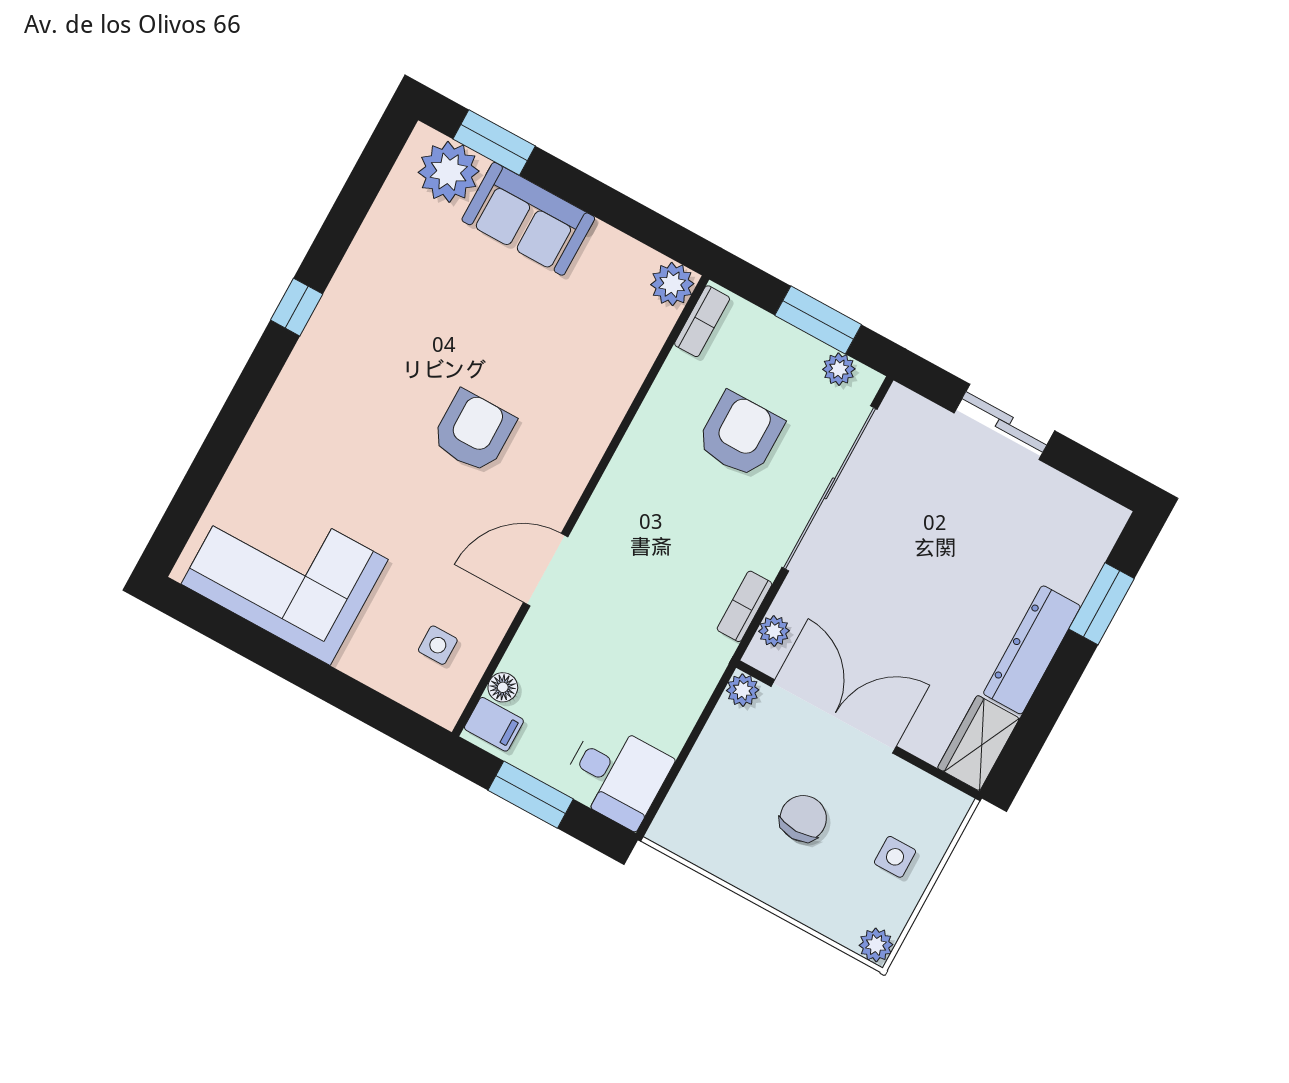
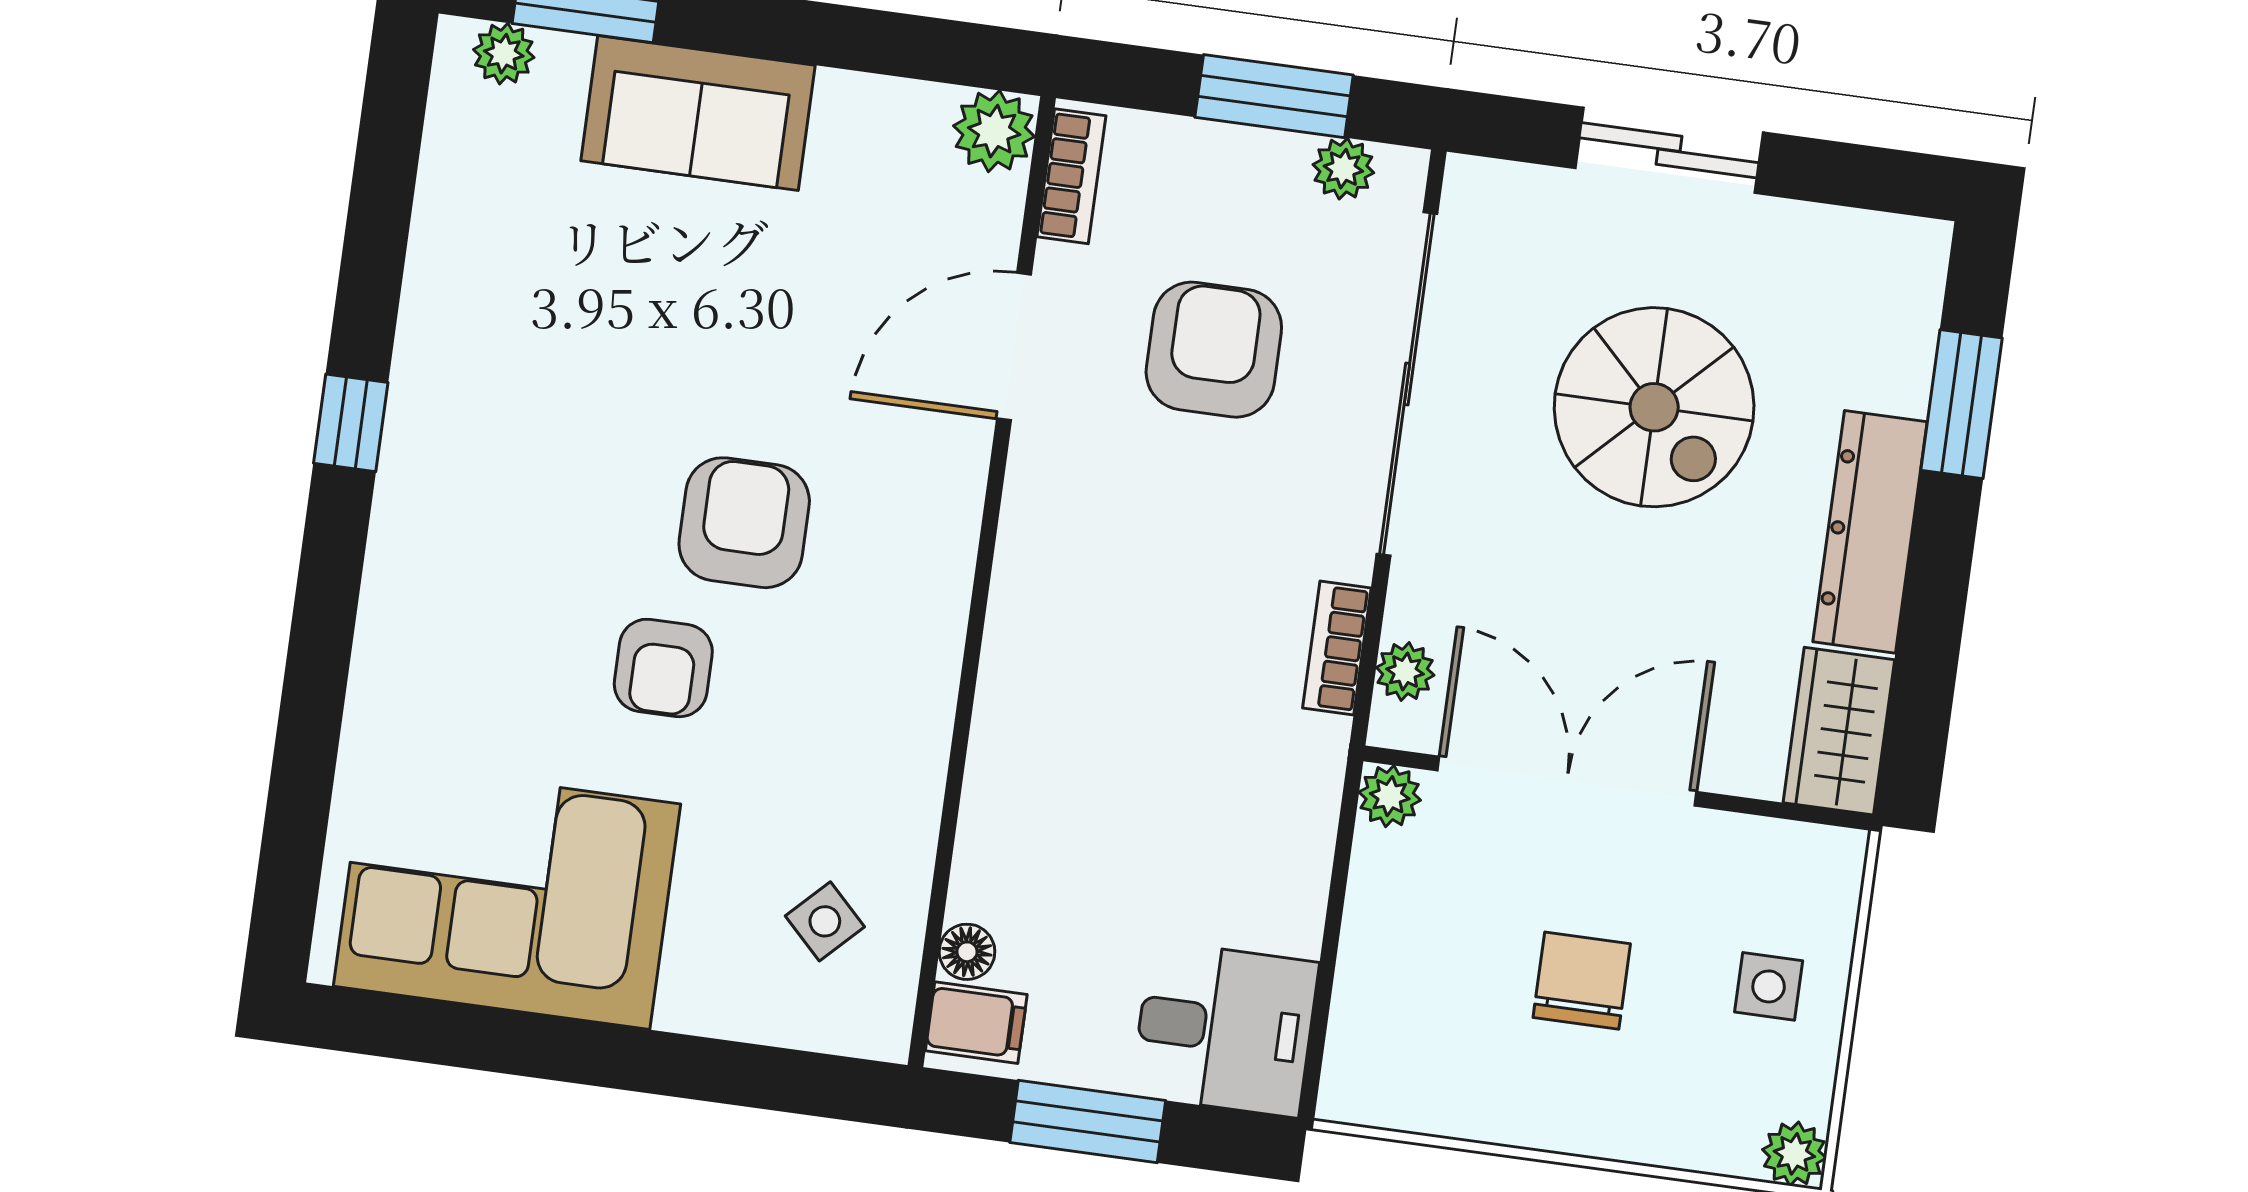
plant: (449, 172) -> (504, 54), width x0.53, depth x0.53
armchair: (406, 488) -> (663, 668), added
spiral stairs: (948, 547) -> (1654, 407), added
door: (546, 570) -> (1014, 347), moved
side table: (438, 645) -> (825, 921), turned 45

